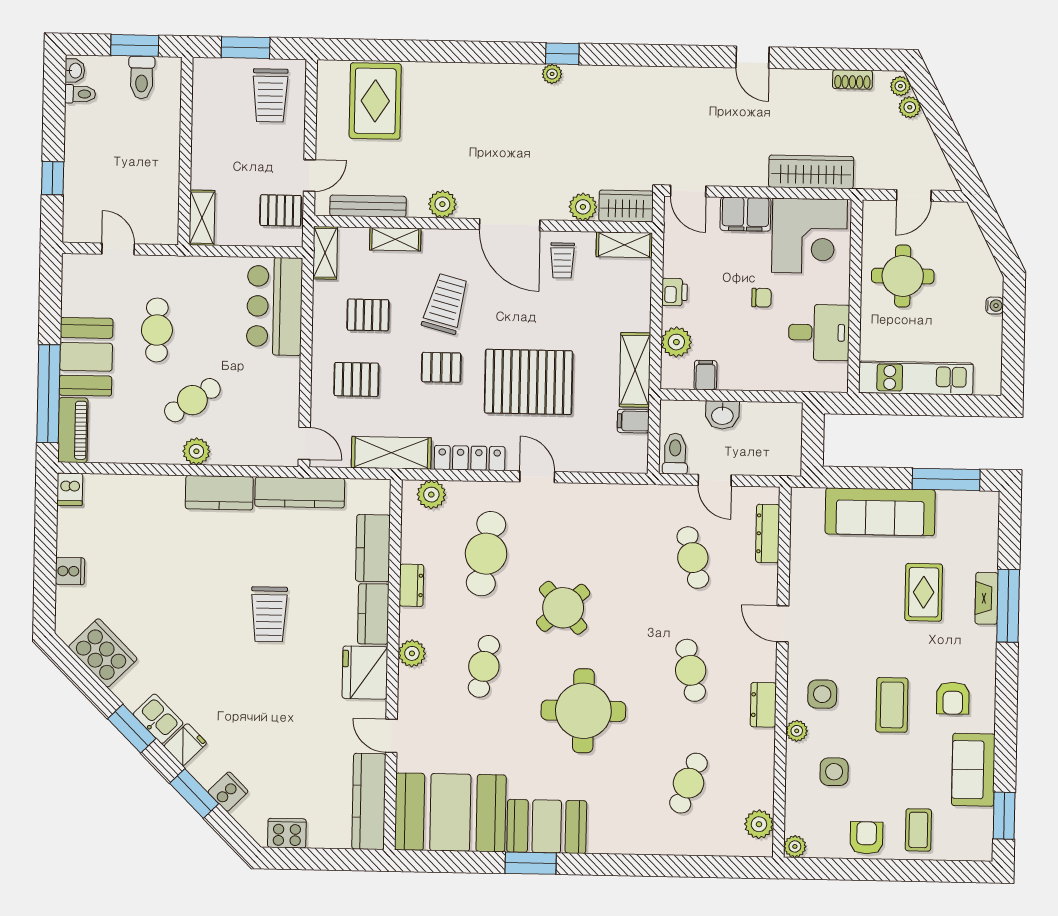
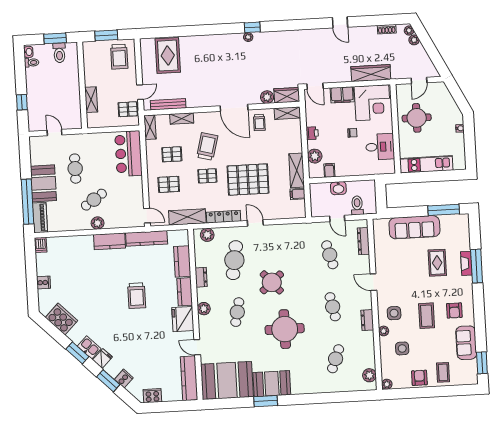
plant: (442, 204) -> (202, 101), removed
shelving: (202, 218) -> (91, 100), moved
toilet: (675, 454) -> (357, 205), moved

